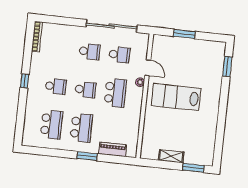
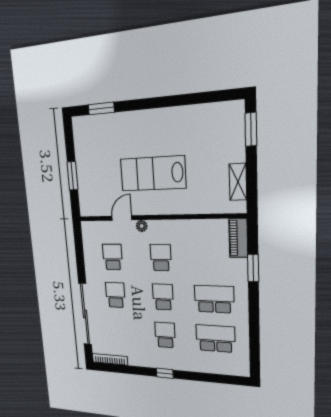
sliding door: (112, 26) -> (85, 314), moved
school desk: (115, 93) -> (161, 258), width x0.54
lab bench: (176, 97) -> (153, 173), turned 90
piano: (113, 149) -> (238, 238), moved
window: (87, 156) -> (253, 268), moved
shelving: (171, 156) -> (238, 182), moved

